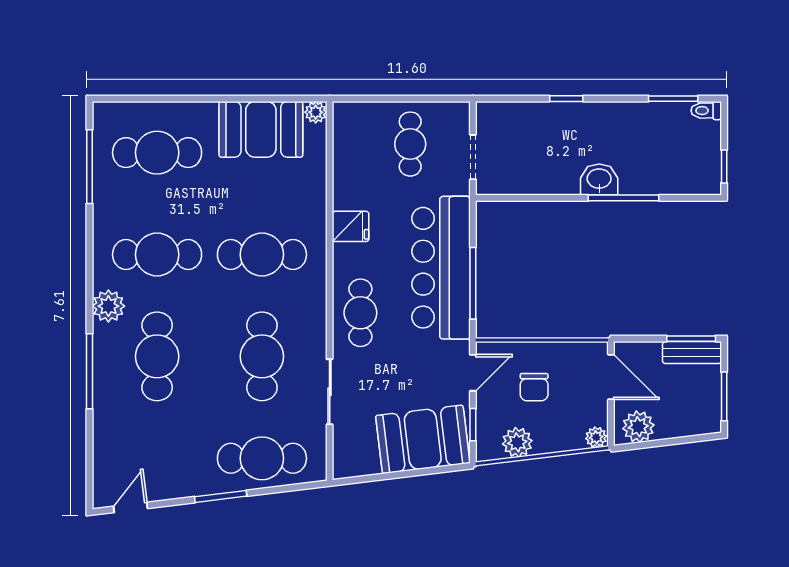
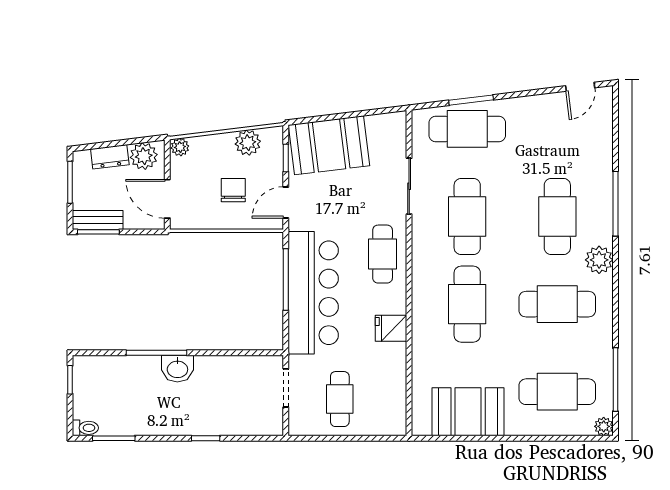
plant: (316, 112) -> (604, 426), moved
cafe table: (262, 255) -> (467, 304), turned 90
dresser: (678, 426) -> (110, 157), added
window: (221, 496) -> (471, 100), moved

